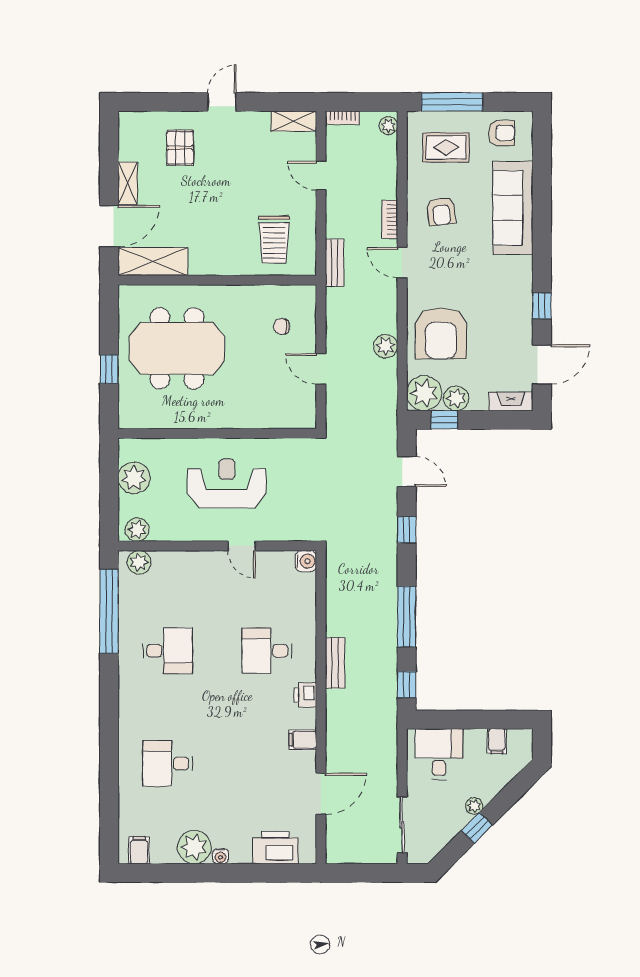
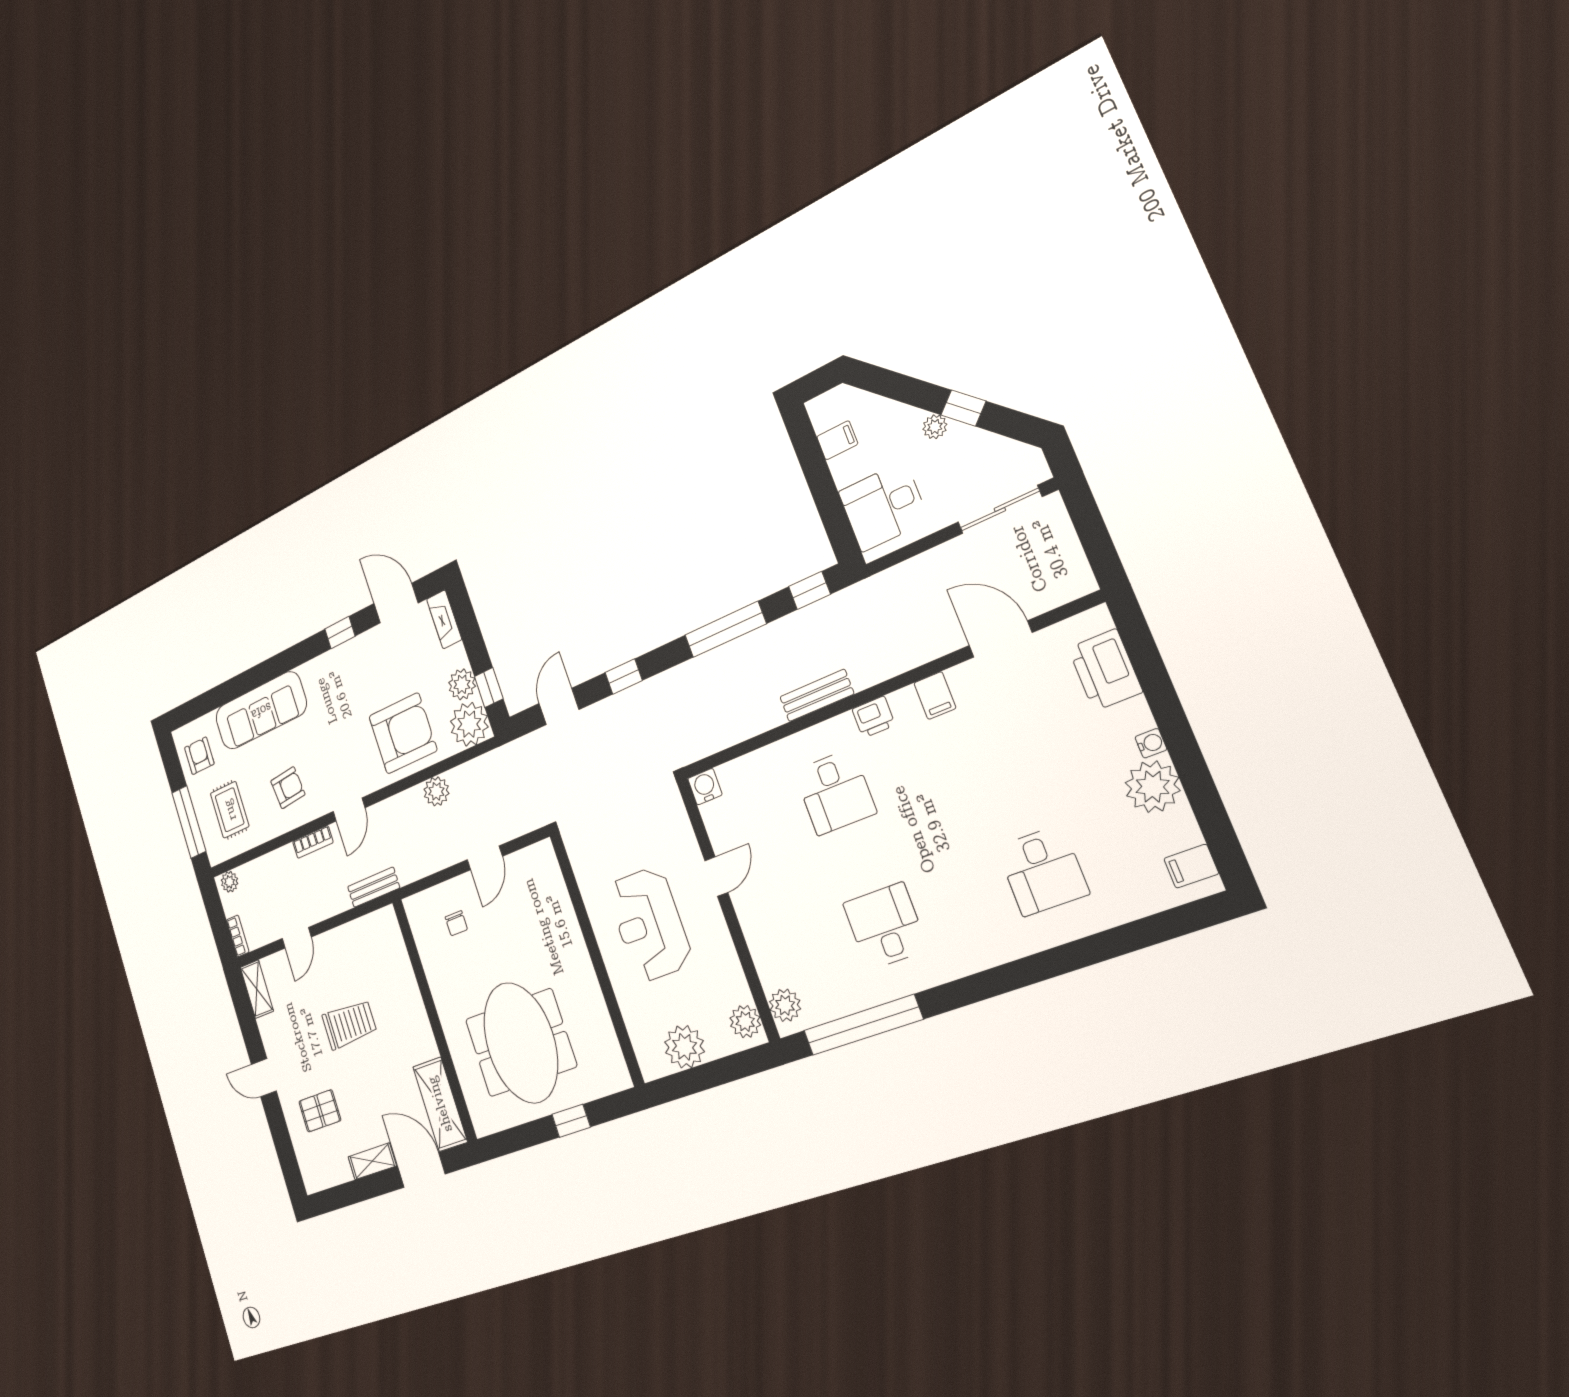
trolley: (274, 240) -> (349, 1024), moved

